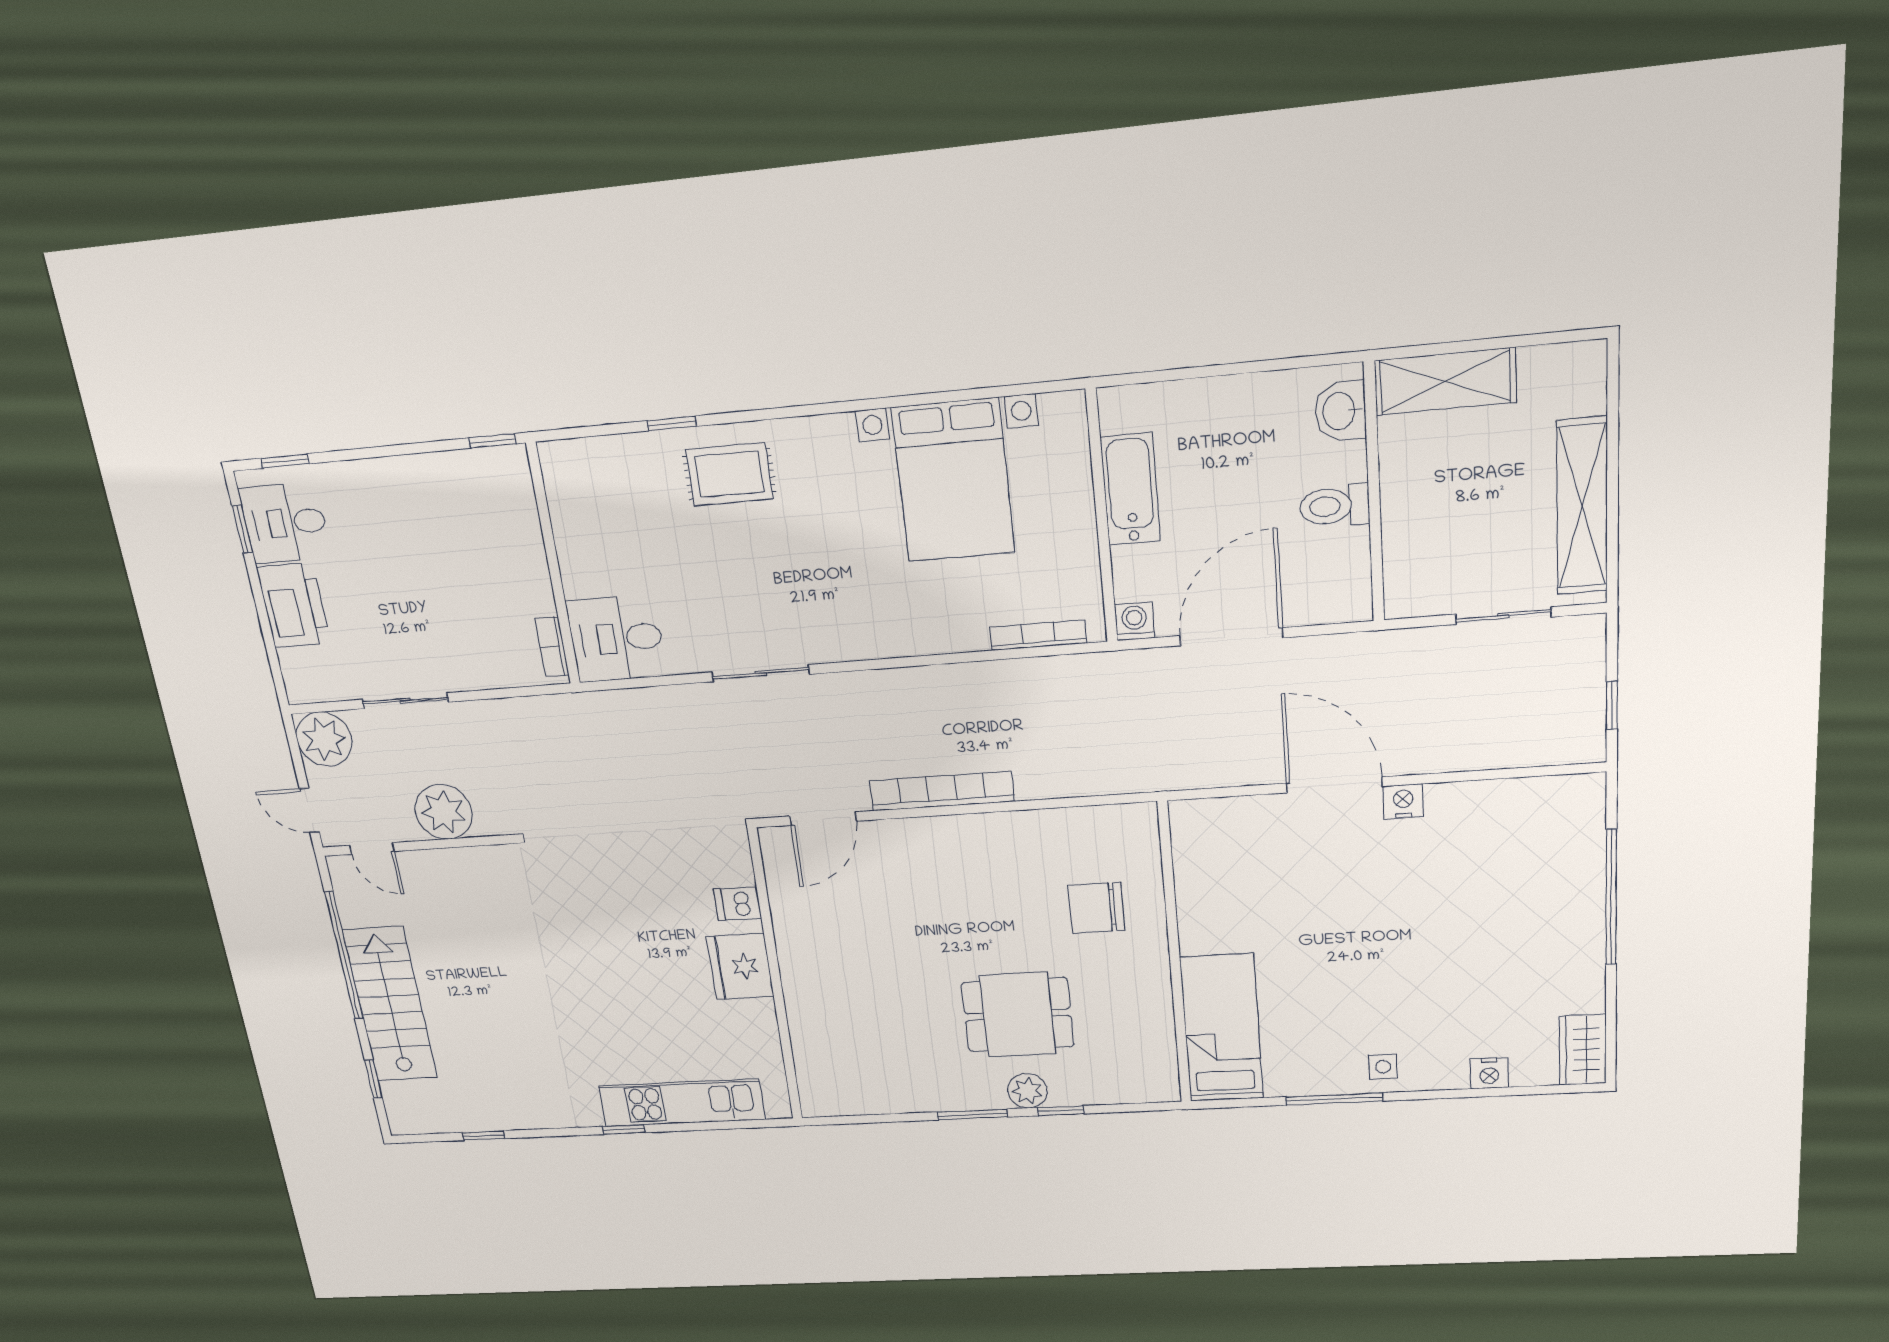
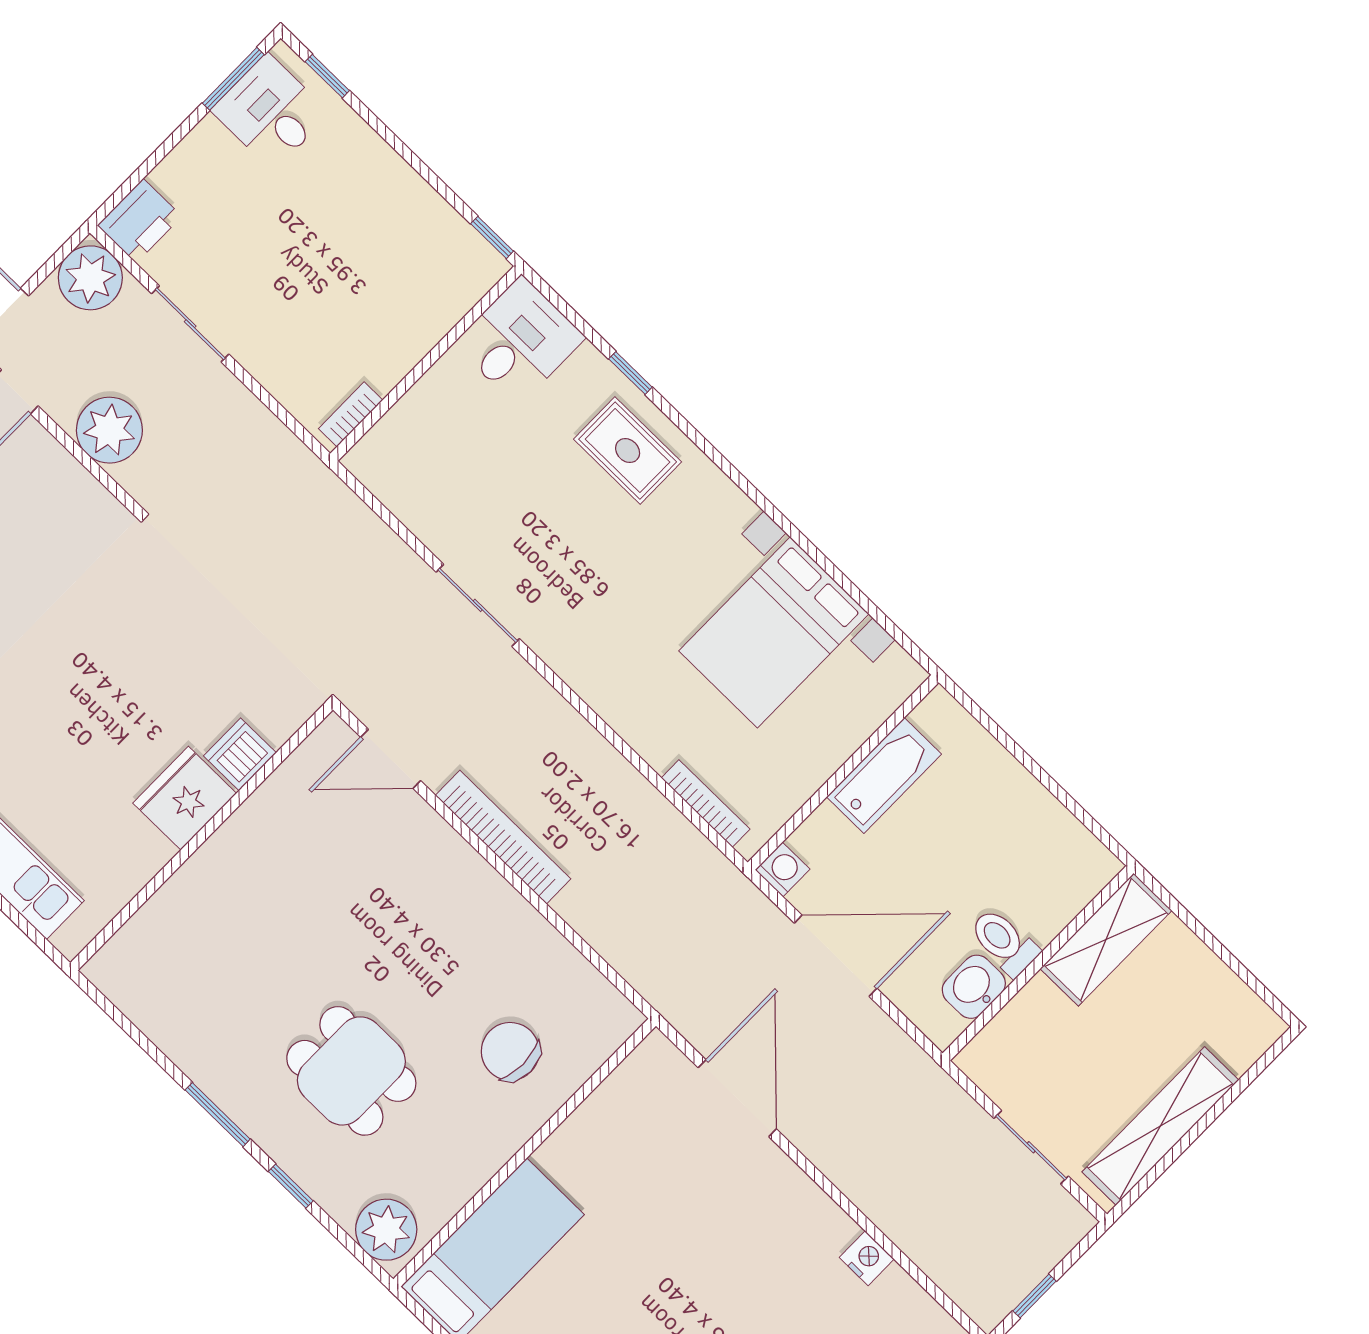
shelving: (1445, 381) -> (1106, 940), moved, turned 90
washbasin: (1340, 411) -> (974, 987), moved
window: (242, 529) -> (233, 79), width x1.50
printer: (294, 605) -> (140, 221), moved, width x0.73, depth x0.84
desk: (616, 638) -> (520, 341), moved, turned 90
door: (1334, 785) -> (737, 1098), moved
nightstand: (1403, 801) -> (867, 1258), moved
dishwasher: (738, 904) -> (240, 754), width x1.38
plant: (1028, 1091) -> (386, 1230), moved, width x1.36, depth x1.36

